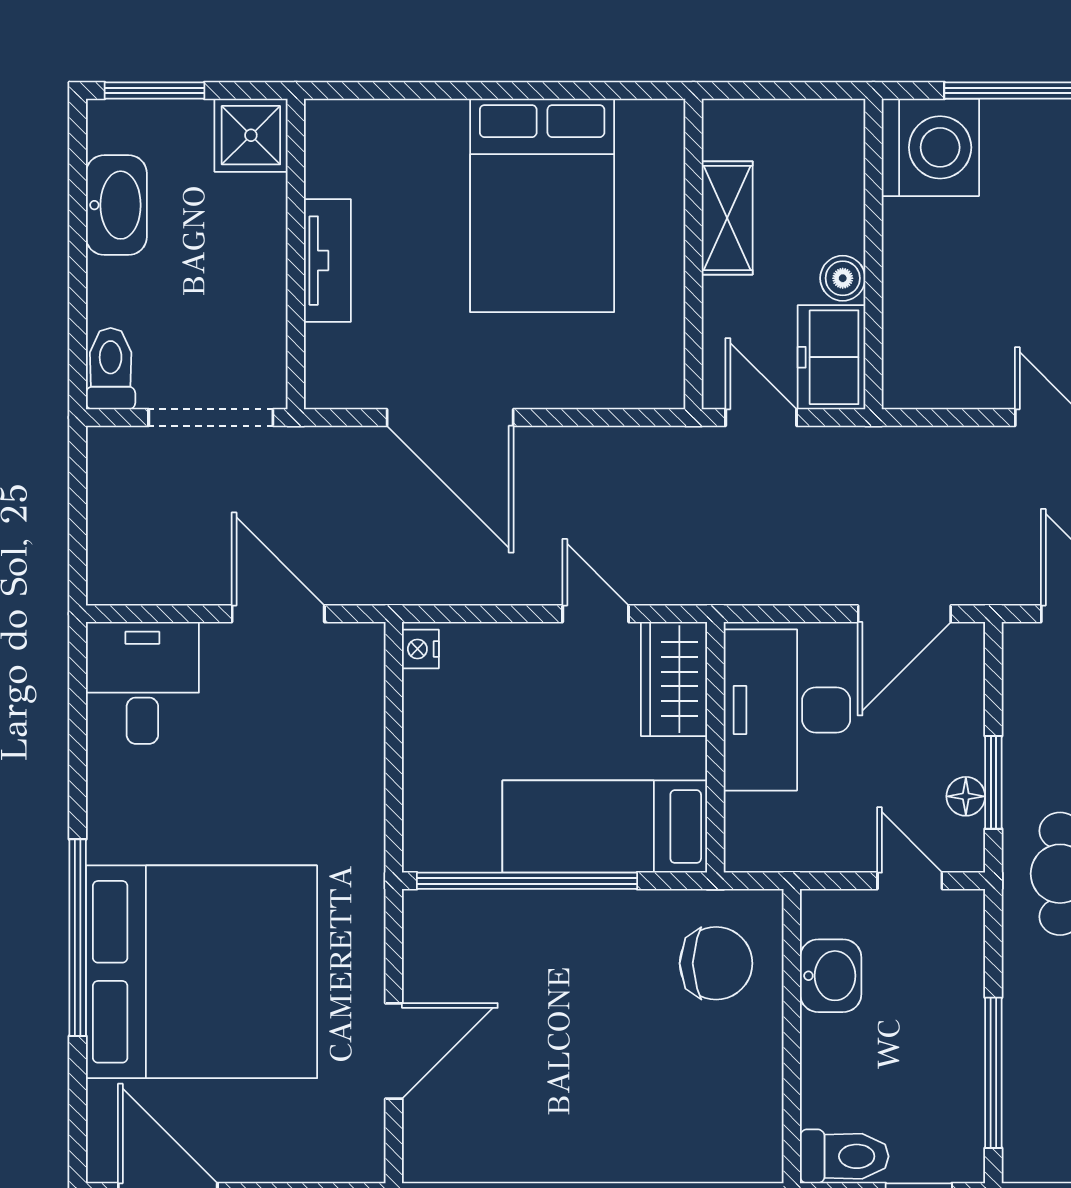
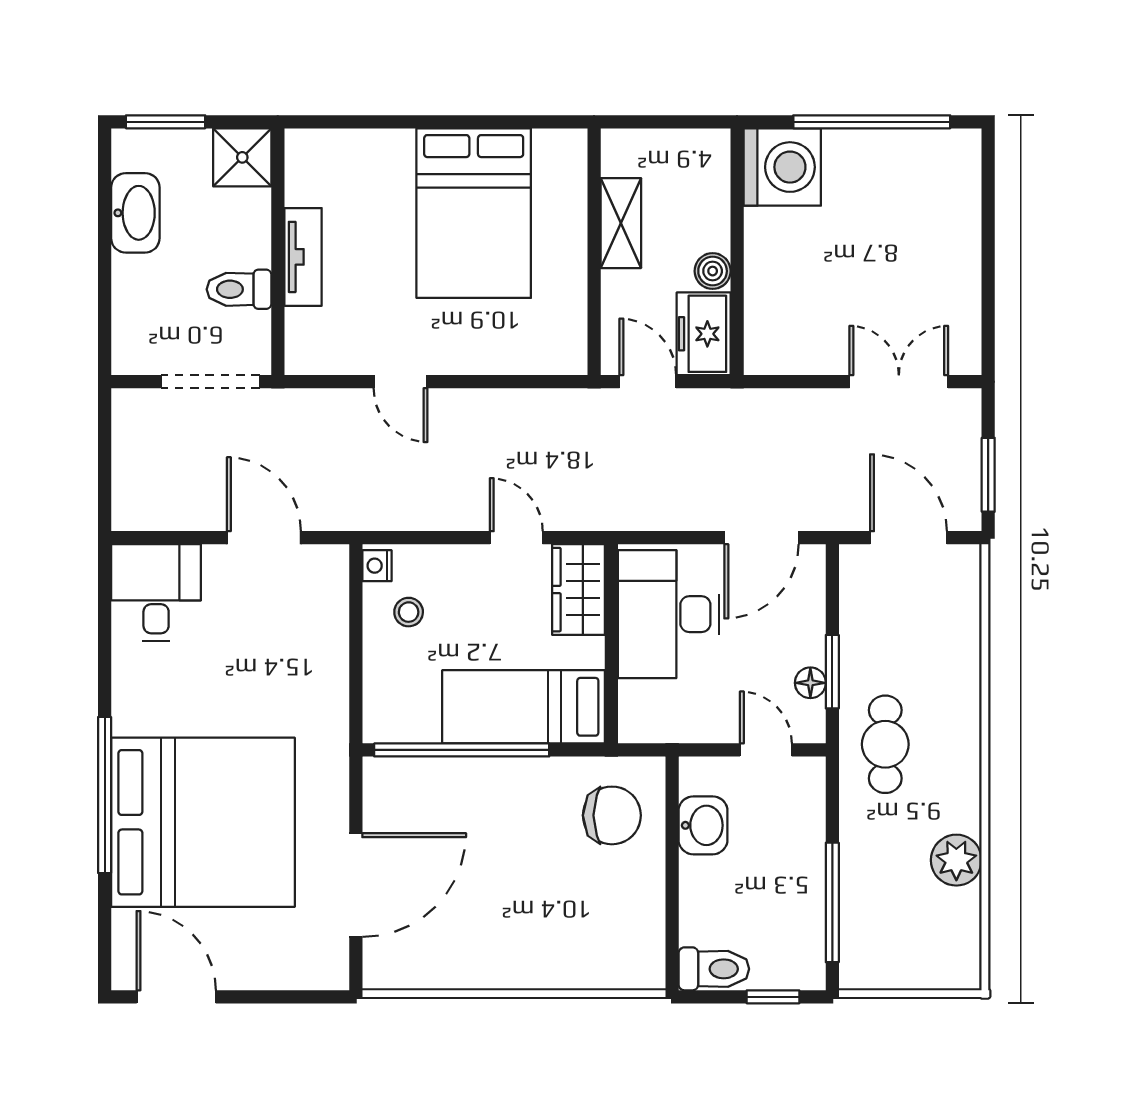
toilet: (111, 369) -> (239, 289), moved, turned -90
door: (450, 418) -> (401, 382), width x0.53
stool: (460, 707) -> (409, 612), added
door: (394, 1051) -> (356, 885), width x1.36

